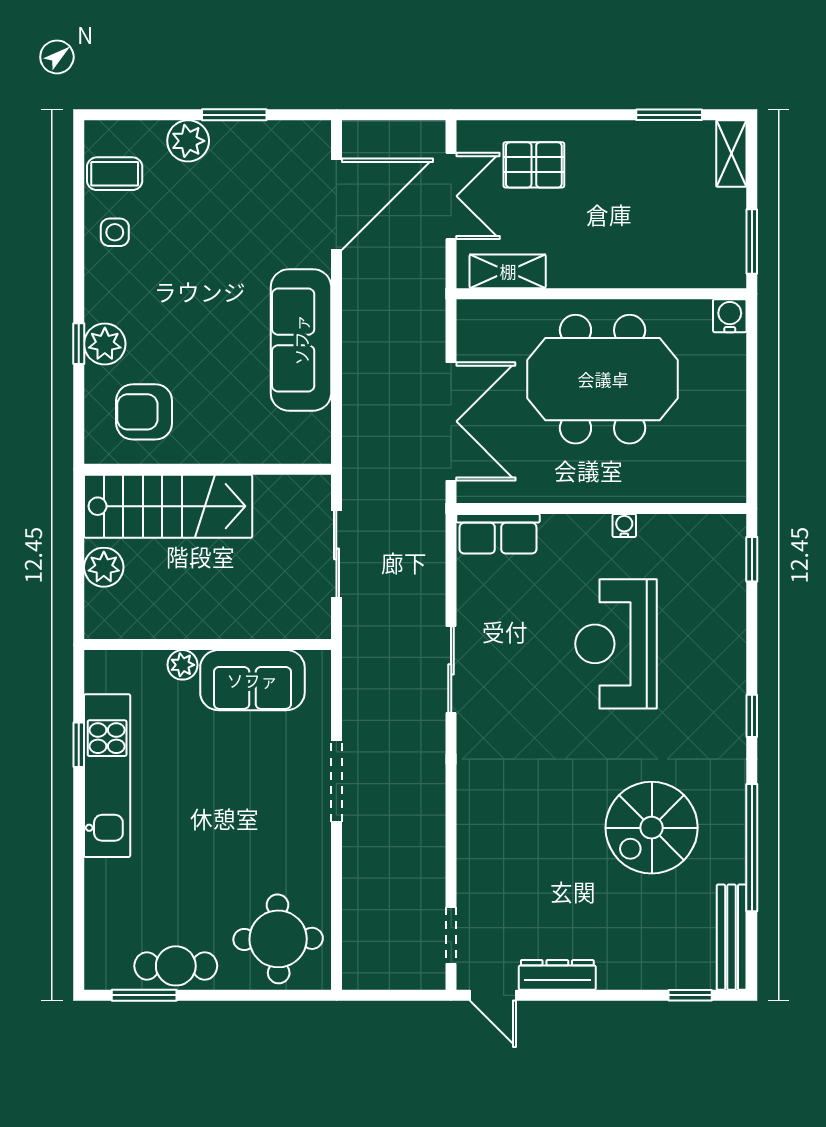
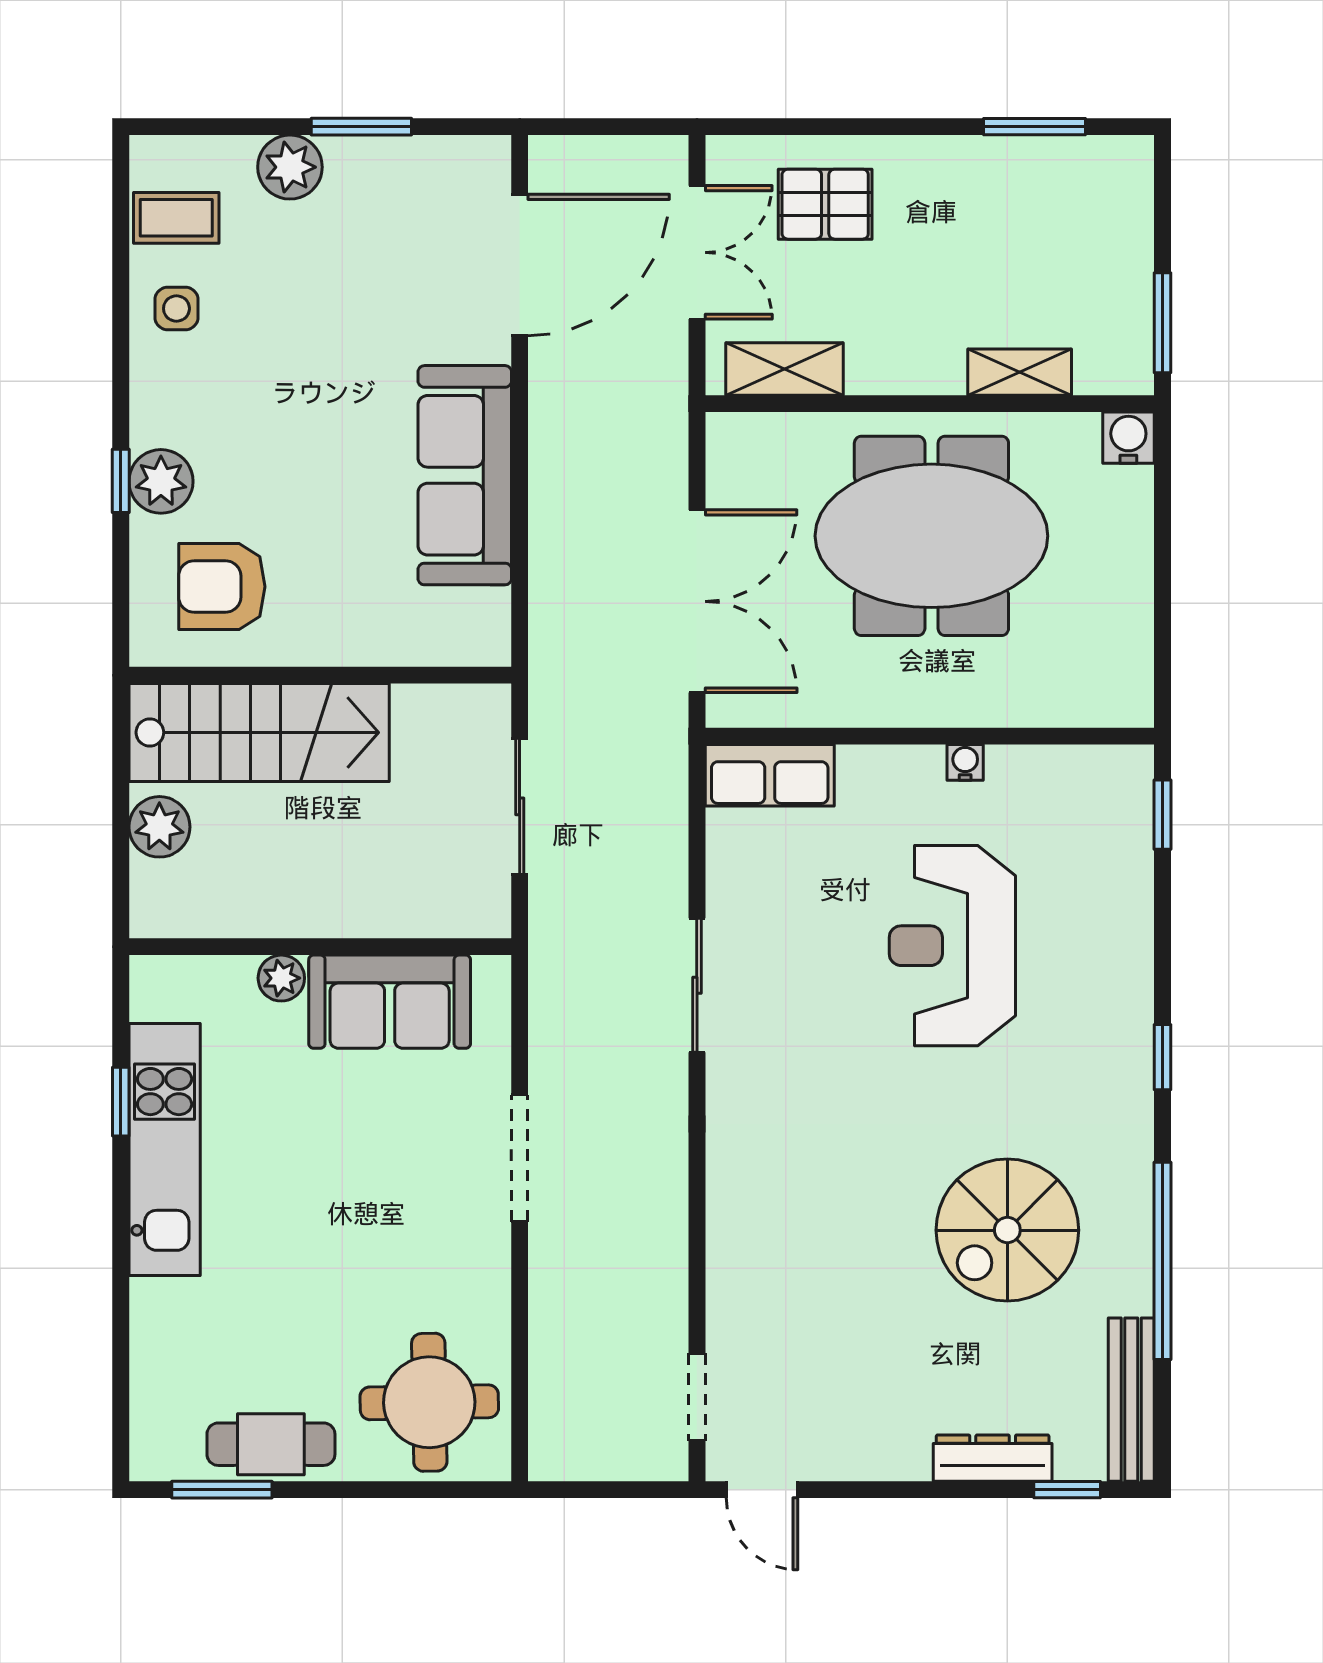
shelving: (731, 154) -> (1020, 372), moved, turned 90
dresser: (557, 975) -> (993, 1458), moved

